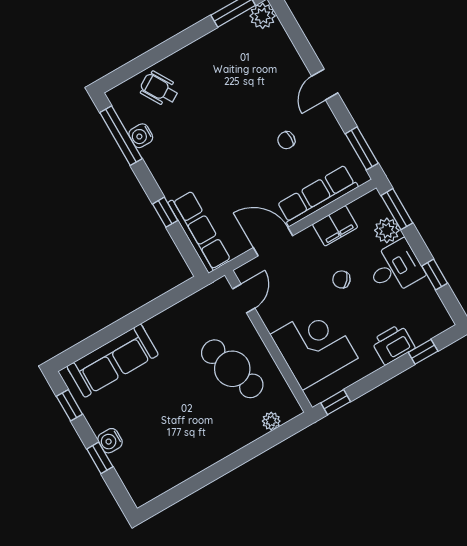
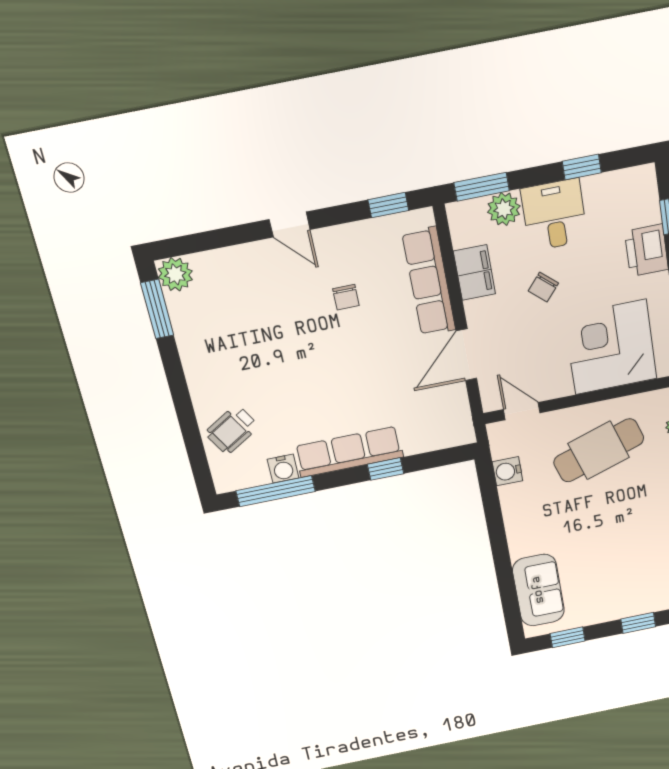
window: (362, 148) -> (388, 205), width x0.67
row of seats: (199, 231) -> (349, 452), moved
sofa: (113, 361) -> (538, 590), width x0.73
water cooler: (110, 441) -> (508, 471), moved, turned 90

